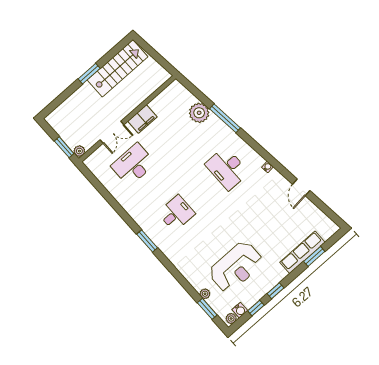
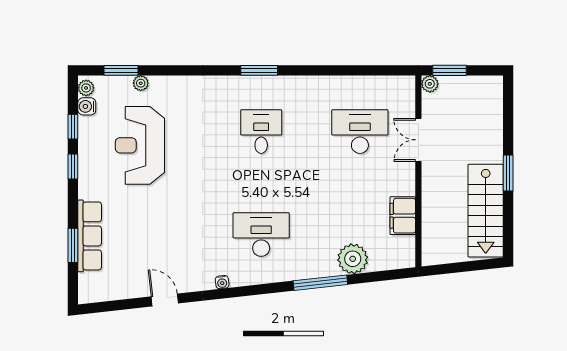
filing cabinet: (142, 119) -> (403, 216), moved
desk: (133, 165) -> (360, 132), turned -90
desk: (176, 213) -> (261, 132), turned 180

